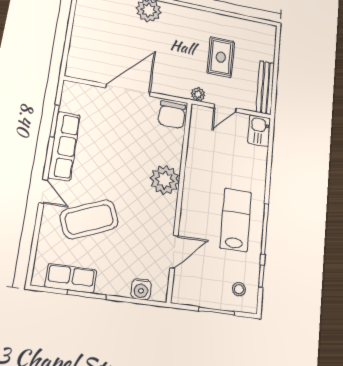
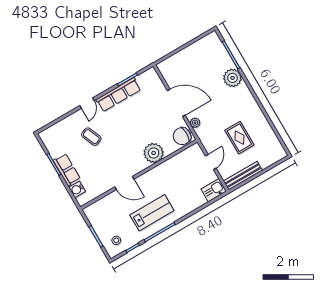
rug: (221, 57) -> (239, 138), turned 90
plant: (198, 94) -> (195, 123), moved
door: (225, 108) -> (211, 162), swing flipped
plant: (165, 180) -> (154, 153), moved
coffee table: (89, 219) -> (91, 137), width x0.54, depth x0.58
door: (174, 252) -> (124, 183), moved
row of seats: (71, 278) -> (67, 170), moved

